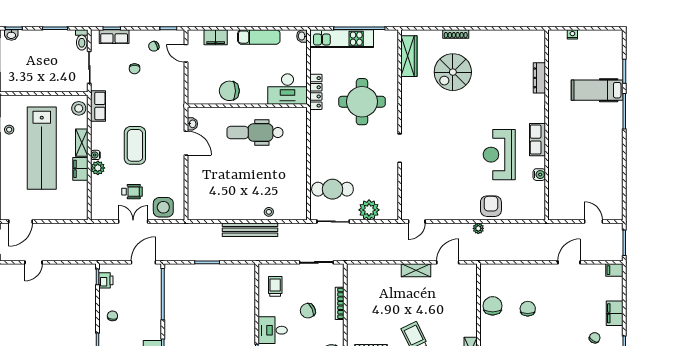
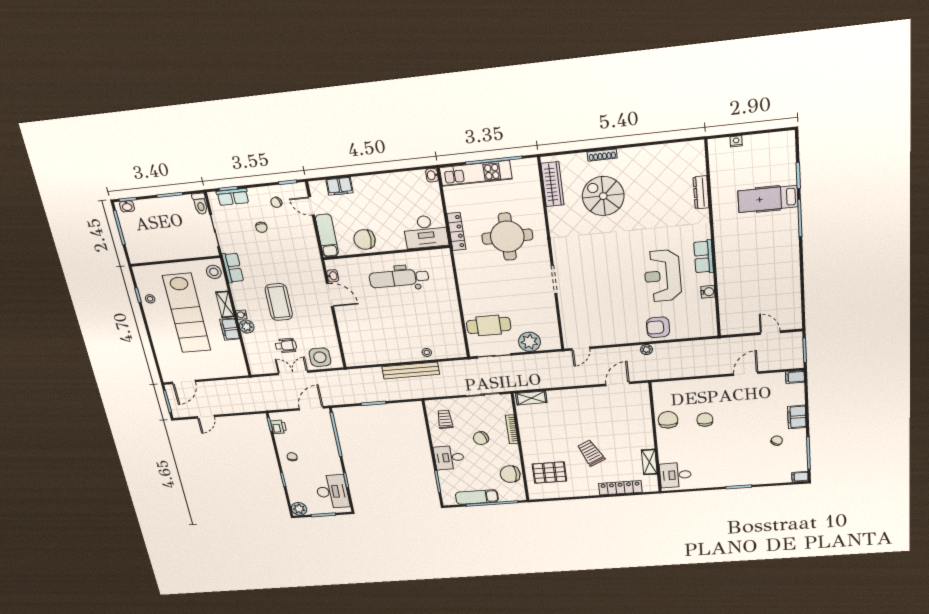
exam couch: (259, 37) -> (327, 236), moved, turned -90
spiral stairs: (453, 72) -> (603, 196), turned 90
armchair: (491, 206) -> (658, 327), turned -90
shelving: (416, 270) -> (531, 398), moved

